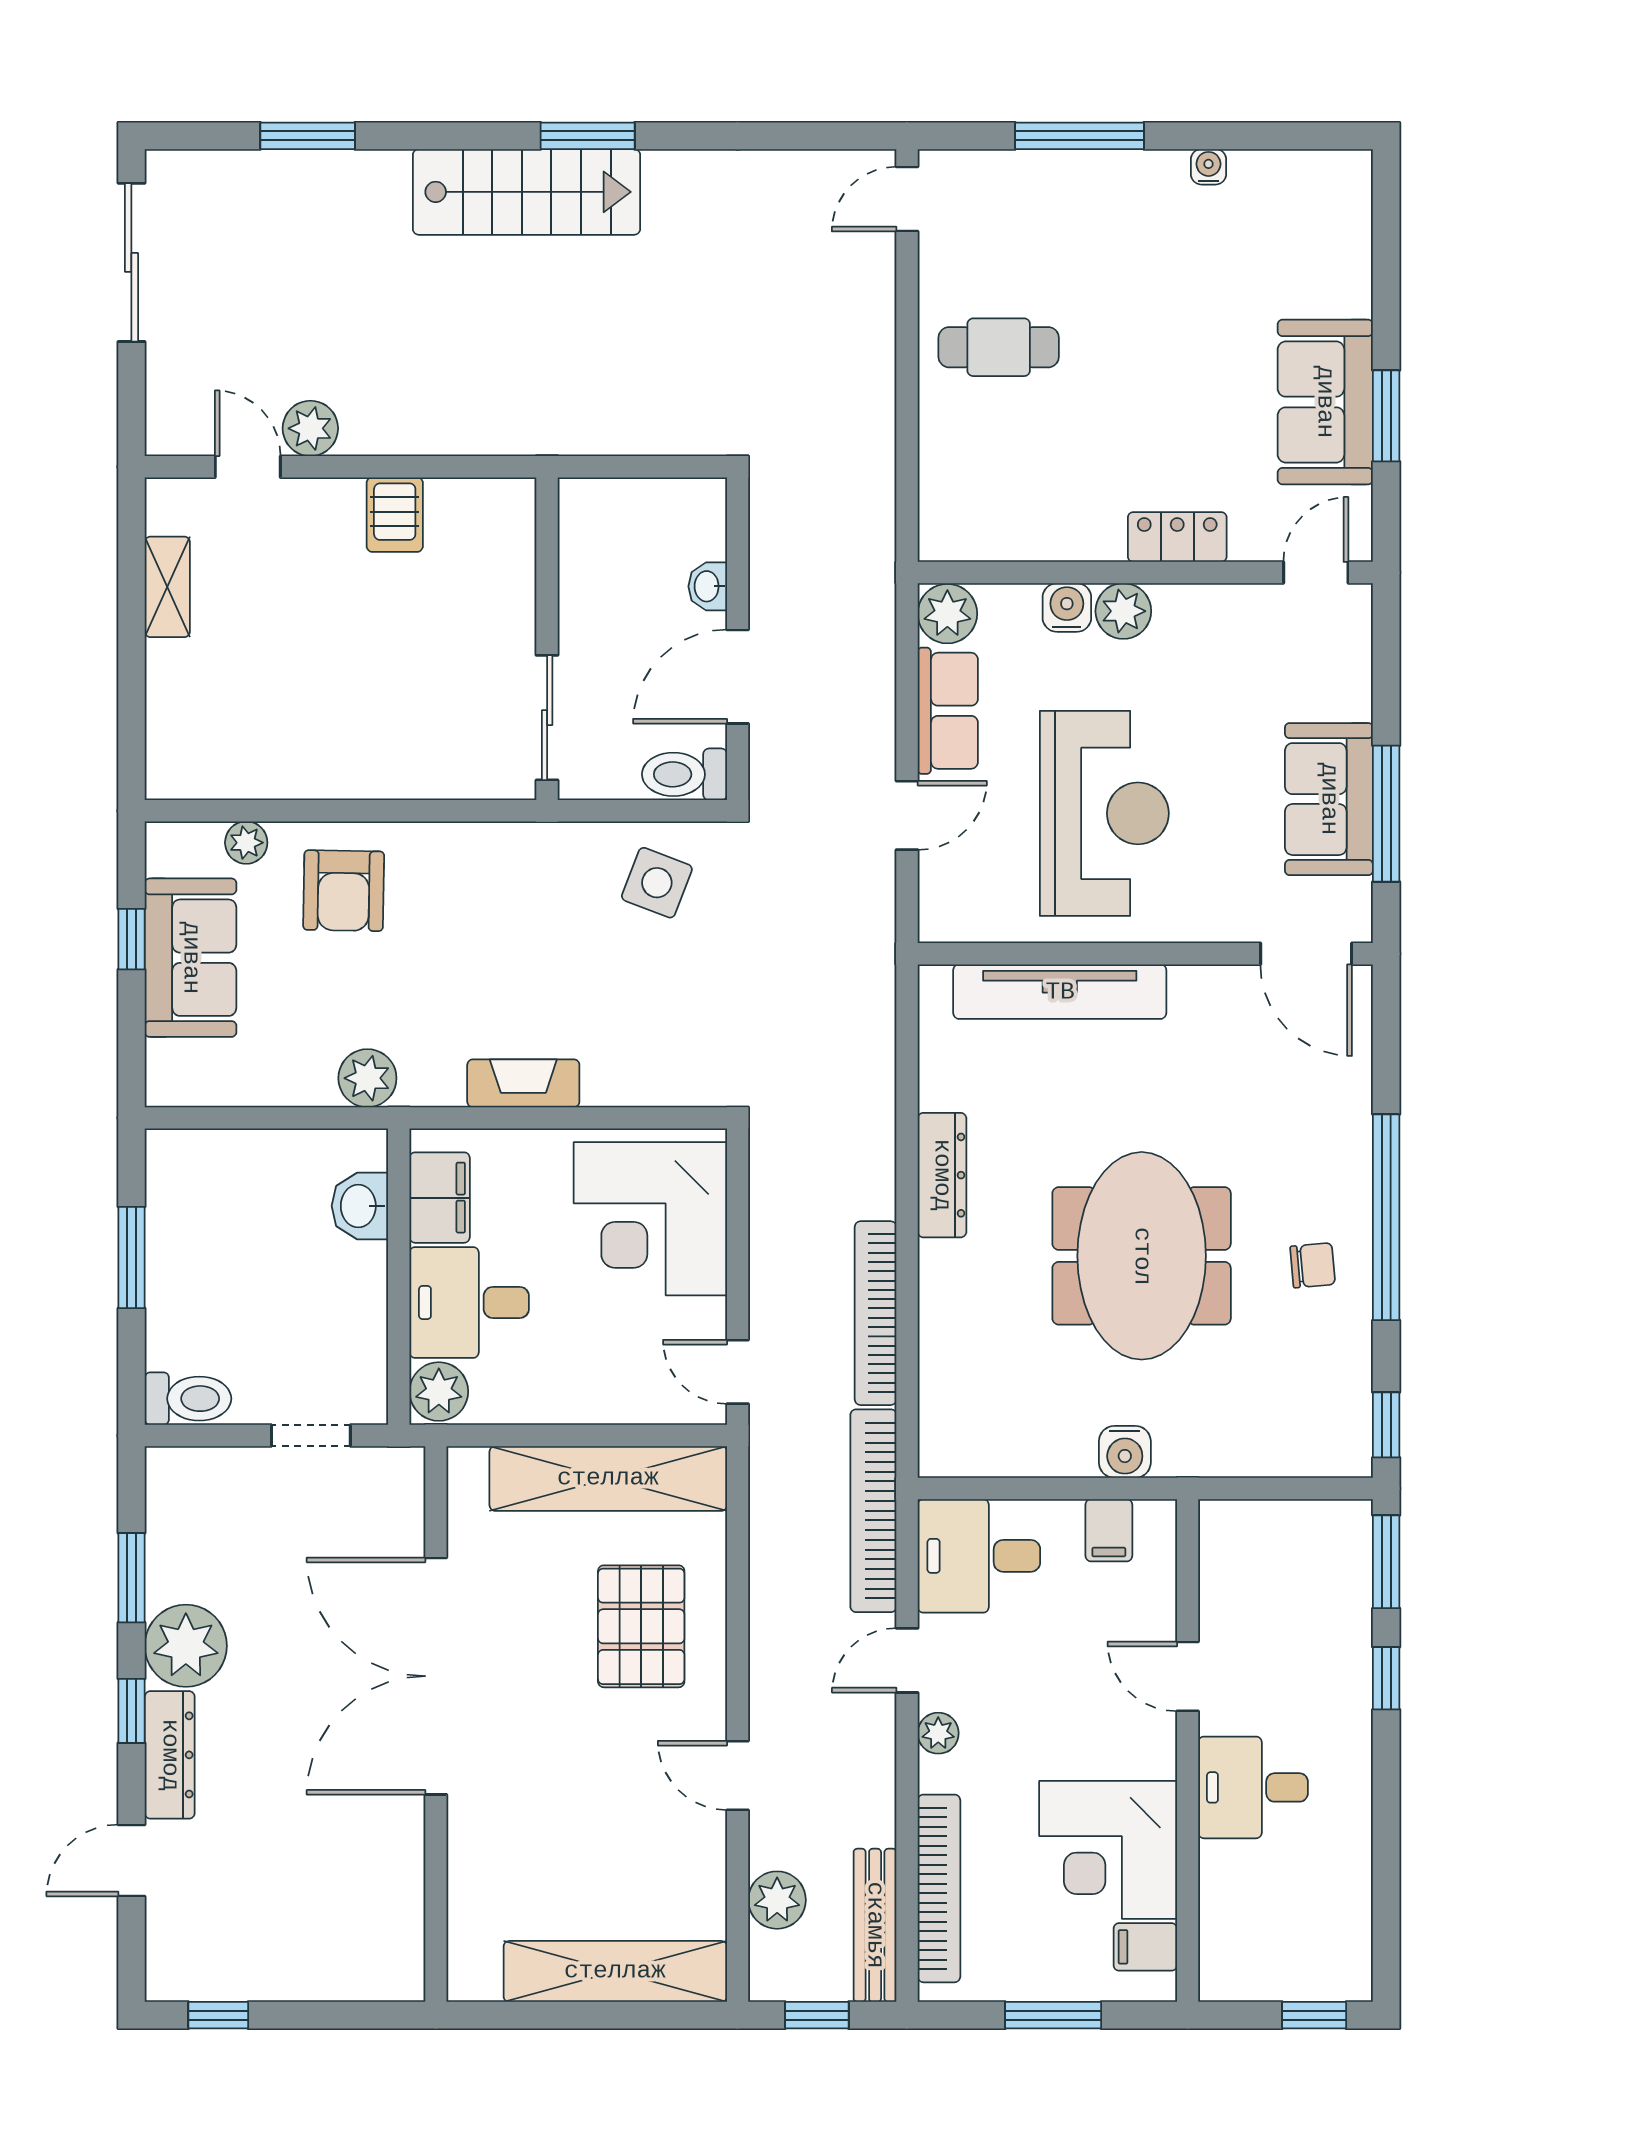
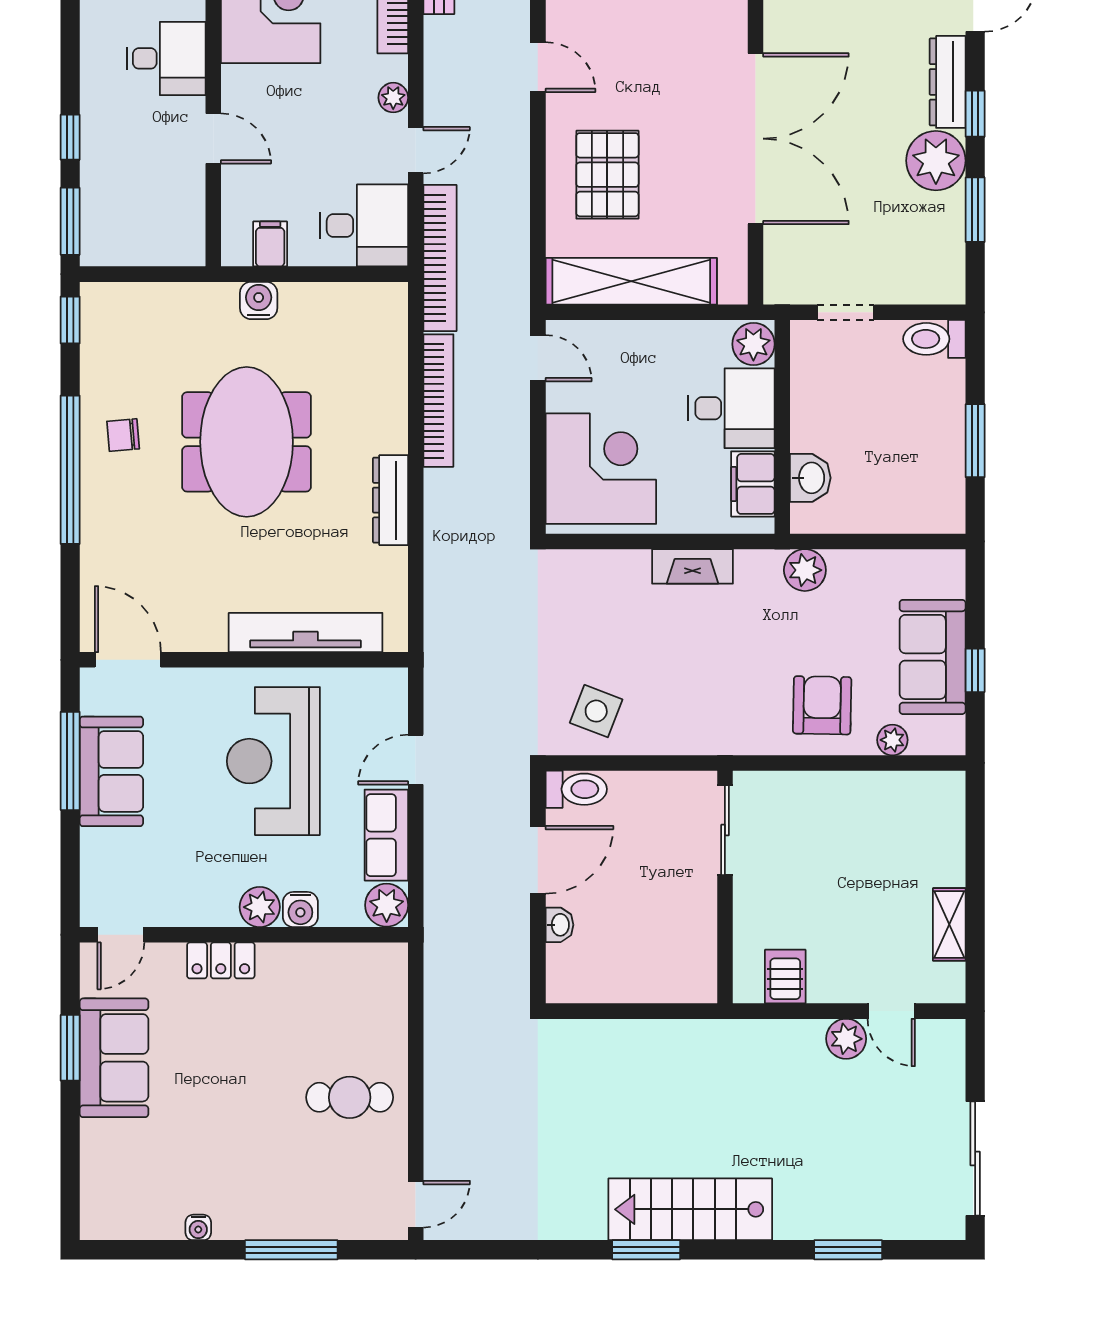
wall: (547, 639) -> (725, 887), moved
sliding door: (547, 718) -> (725, 830), moved

